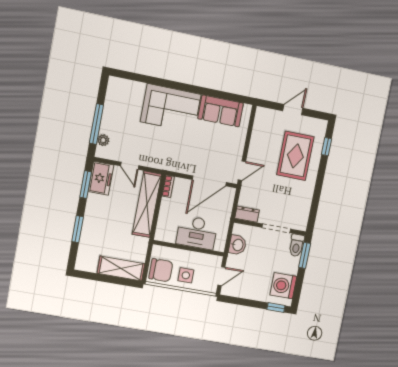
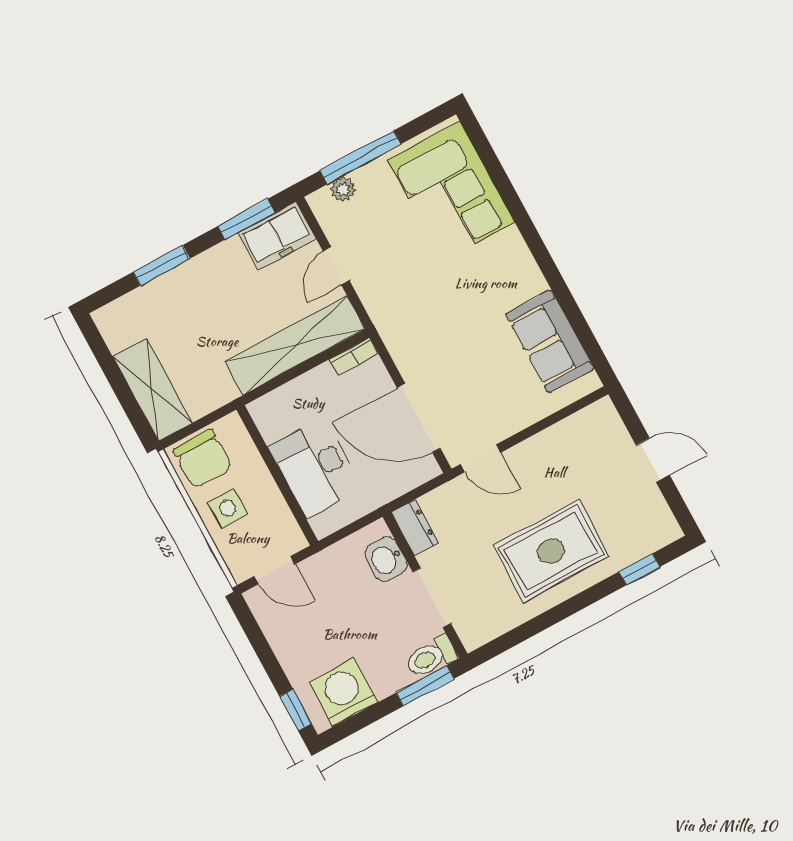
corner sofa: (171, 108) -> (451, 191), moved
rug: (295, 156) -> (551, 551), moved
washbasin: (238, 245) -> (386, 559), moved, turned 90

